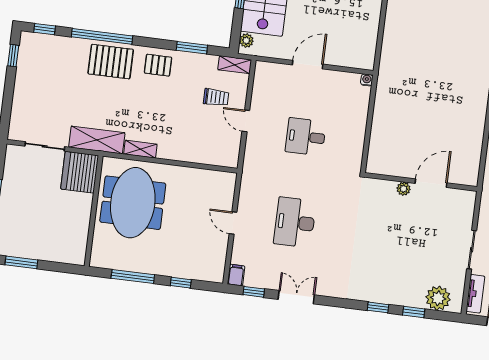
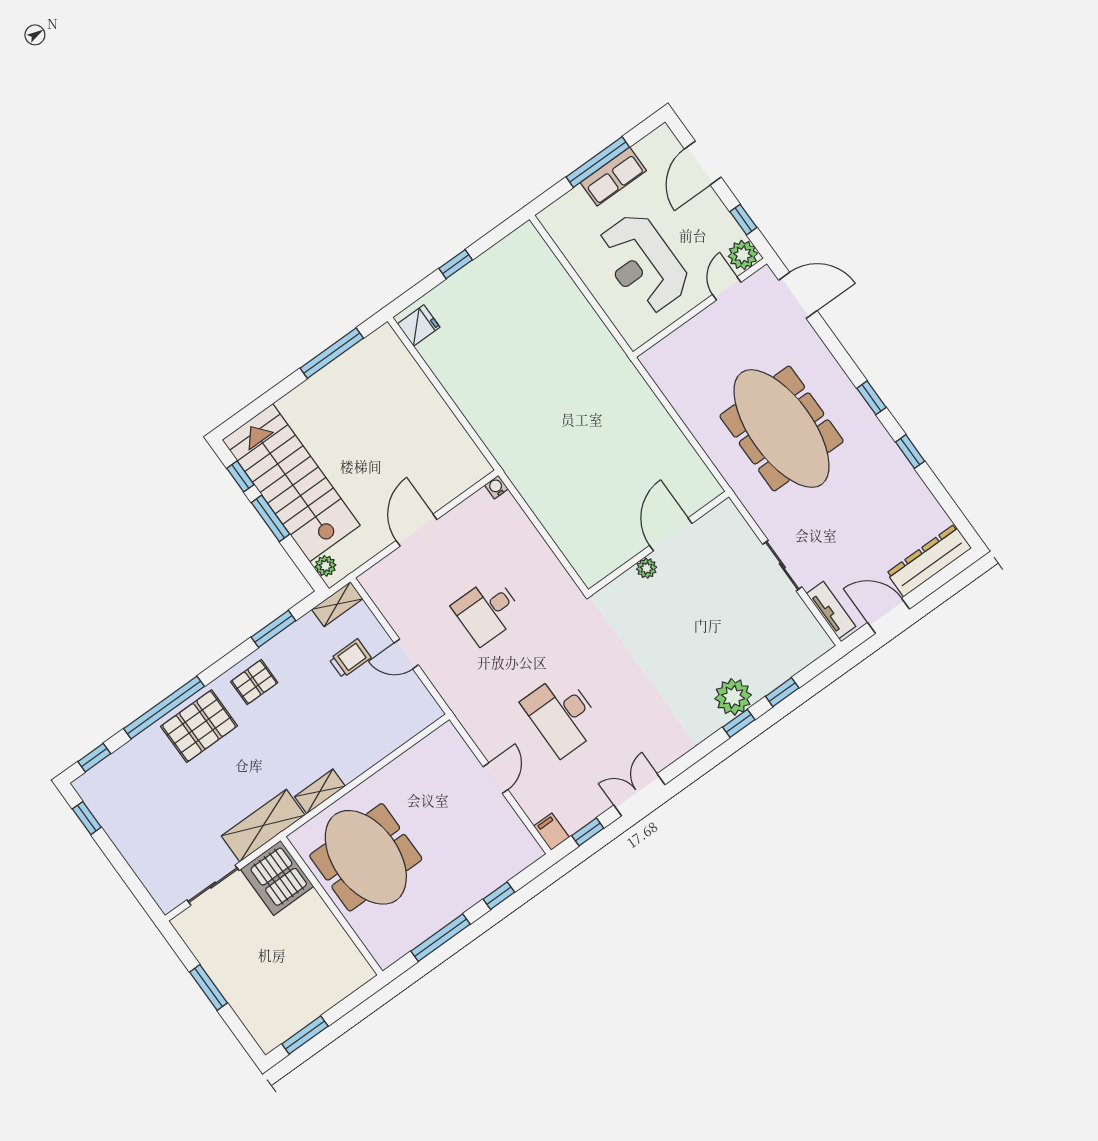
door: (233, 223) -> (496, 778), swing flipped
plant: (438, 298) -> (733, 697), moved

